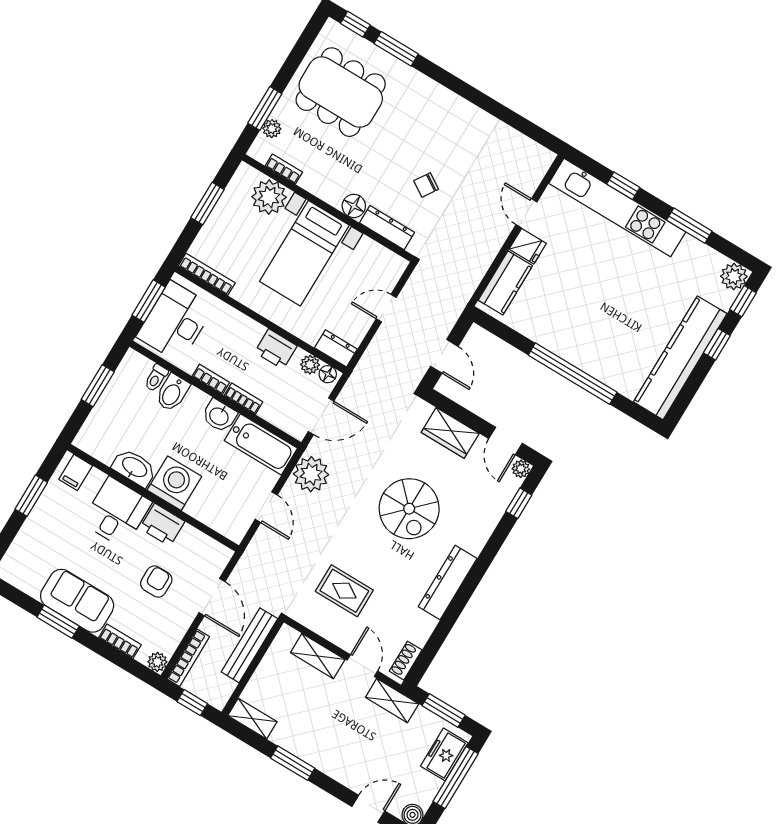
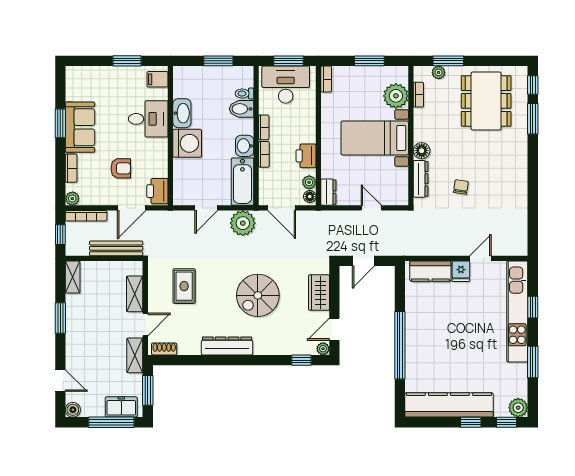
chair: (426, 185) -> (461, 187), turned 65
bookcase: (207, 274) -> (326, 79), width x0.64
printer: (162, 525) -> (157, 191), moved

